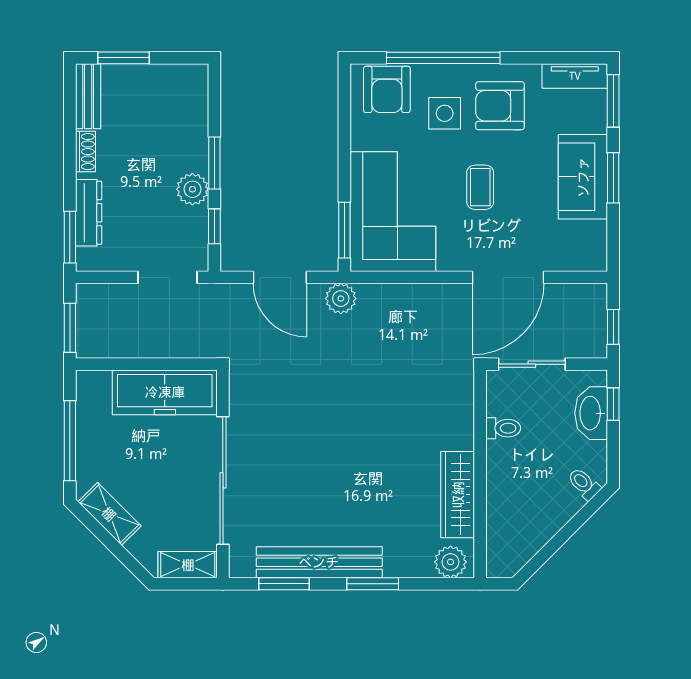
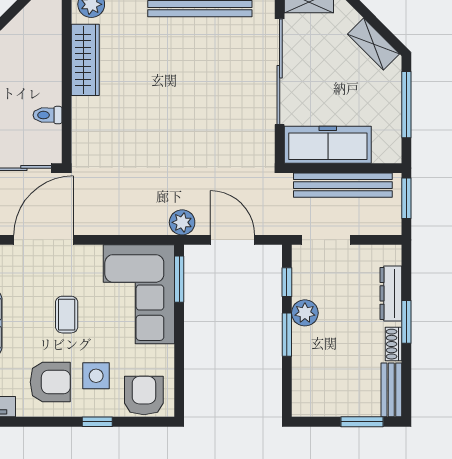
window: (443, 58) -> (97, 422), width x0.32
window: (70, 237) -> (406, 322), moved
bench: (147, 344) -> (343, 185), added

